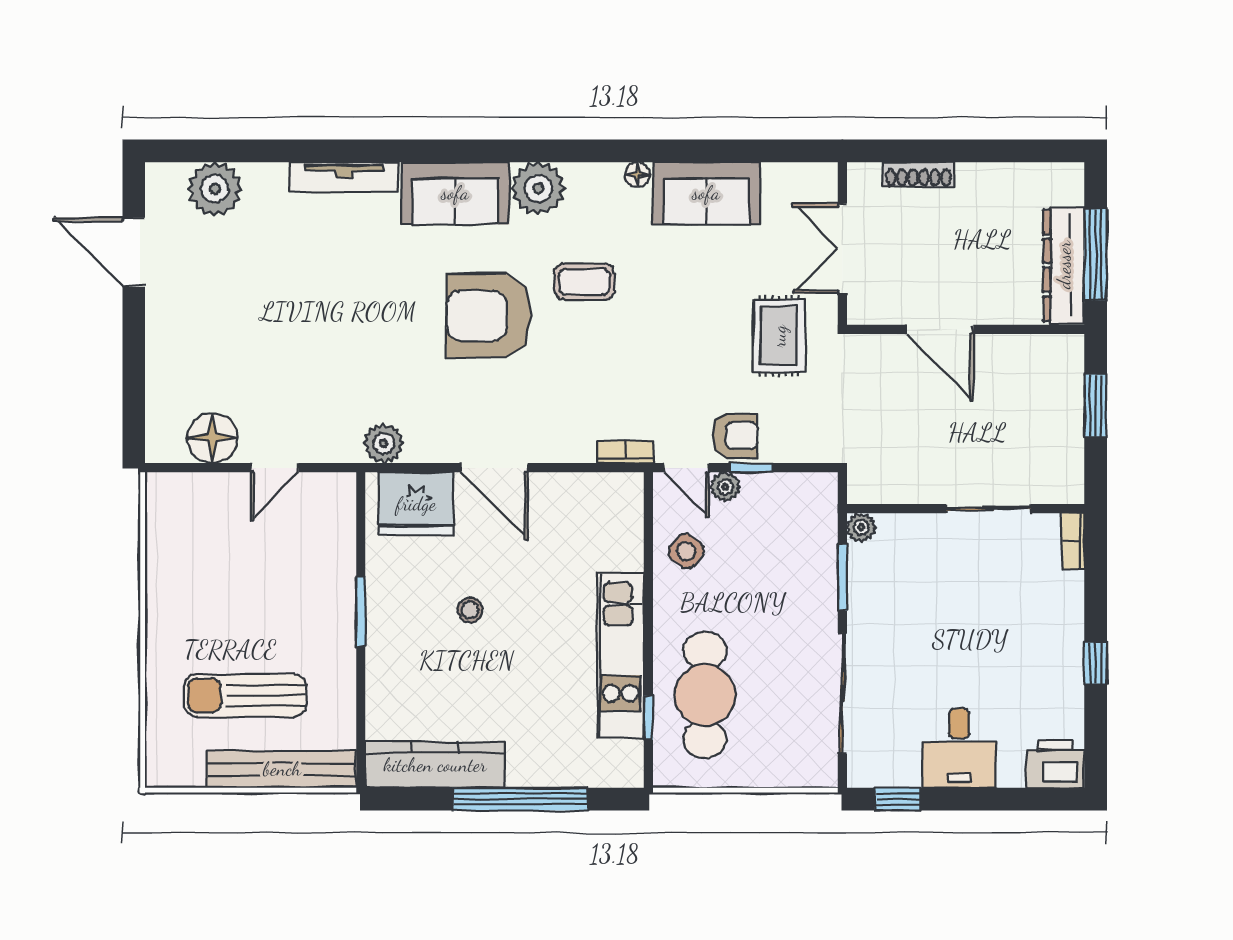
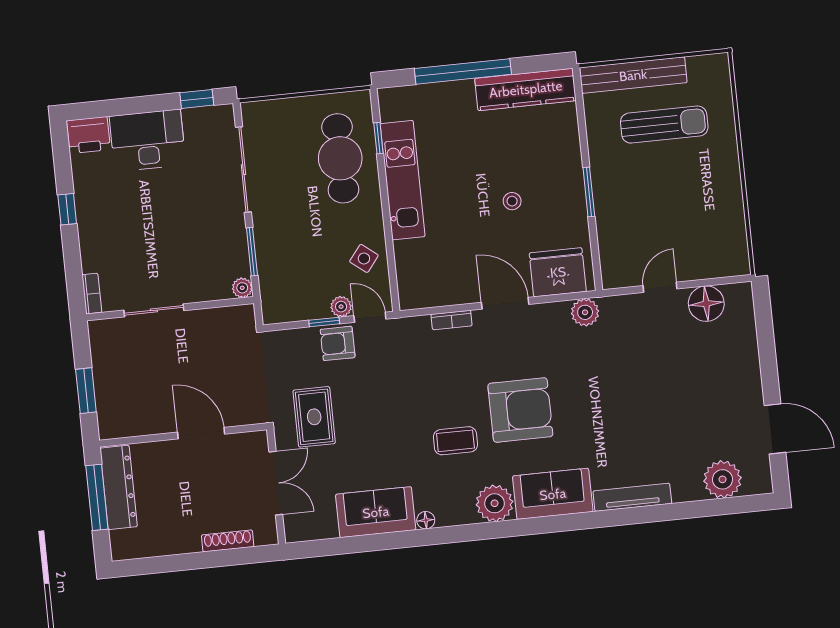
bookcase: (625, 452) -> (452, 320), moved
desk: (959, 748) -> (148, 140), width x1.37

